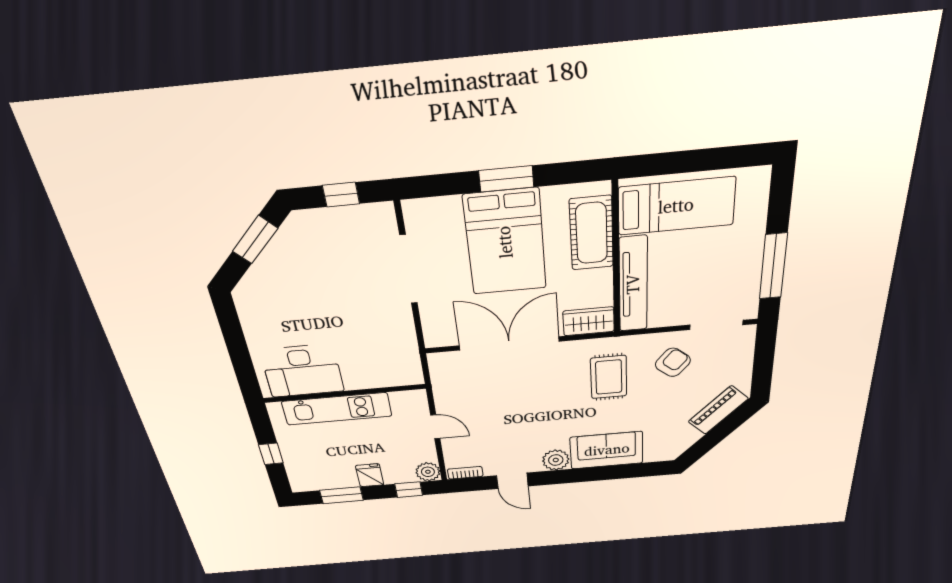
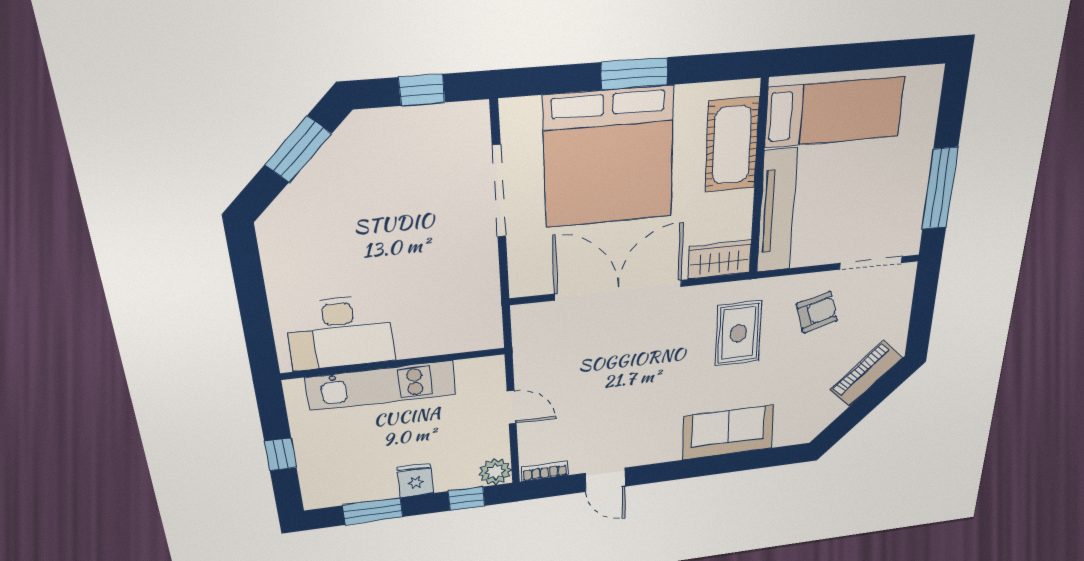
bed: (505, 242) -> (609, 157), width x1.36
armchair: (673, 362) -> (817, 312), turned 34
plant: (556, 460) -> (663, 448), removed

